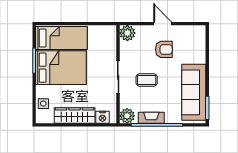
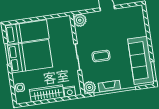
armchair: (164, 49) -> (111, 29), removed

